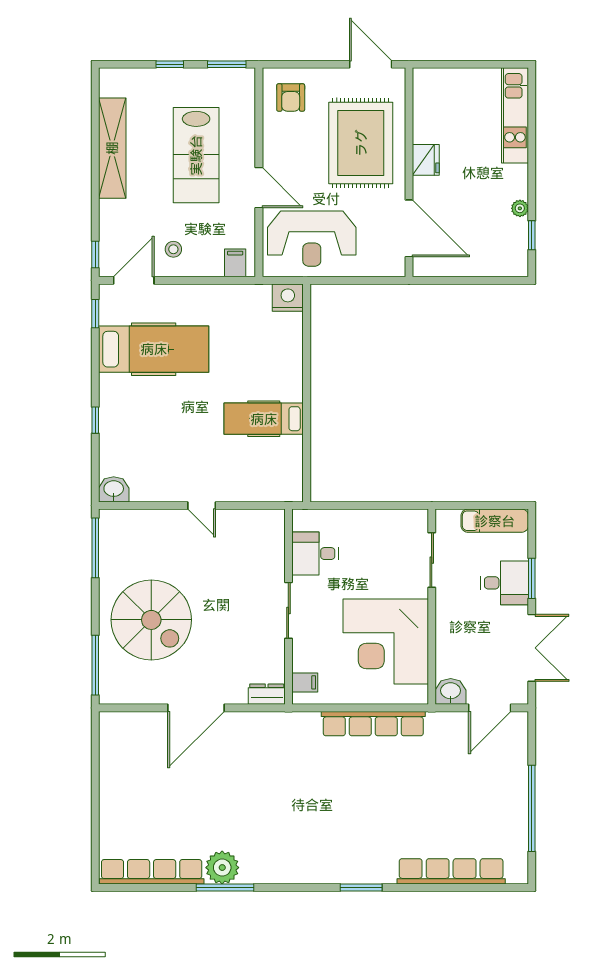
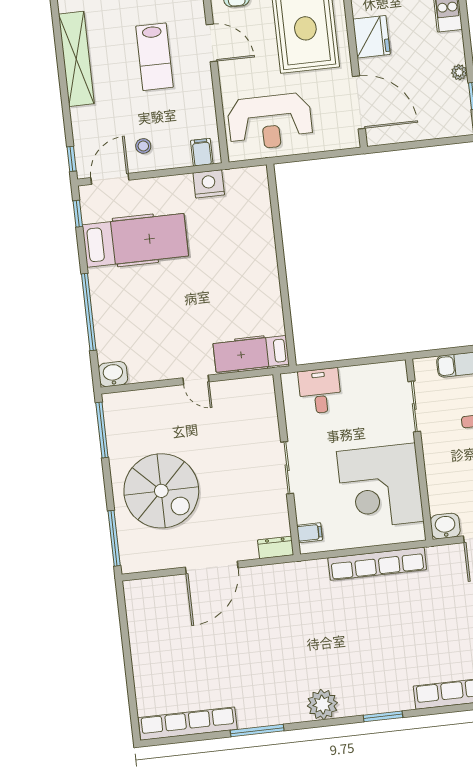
lab bench: (196, 155) -> (155, 57), width x0.73, depth x0.72
fridge: (426, 160) -> (371, 37), width x1.36, depth x1.34
door: (259, 188) -> (212, 43), moved
nightstand: (288, 298) -> (209, 184), moved
hospital bed: (264, 419) -> (251, 354), moved
window: (95, 420) -> (89, 312), width x3.17
desk: (315, 554) -> (320, 391), moved, turned 90
plant: (222, 868) -> (322, 704), moved

